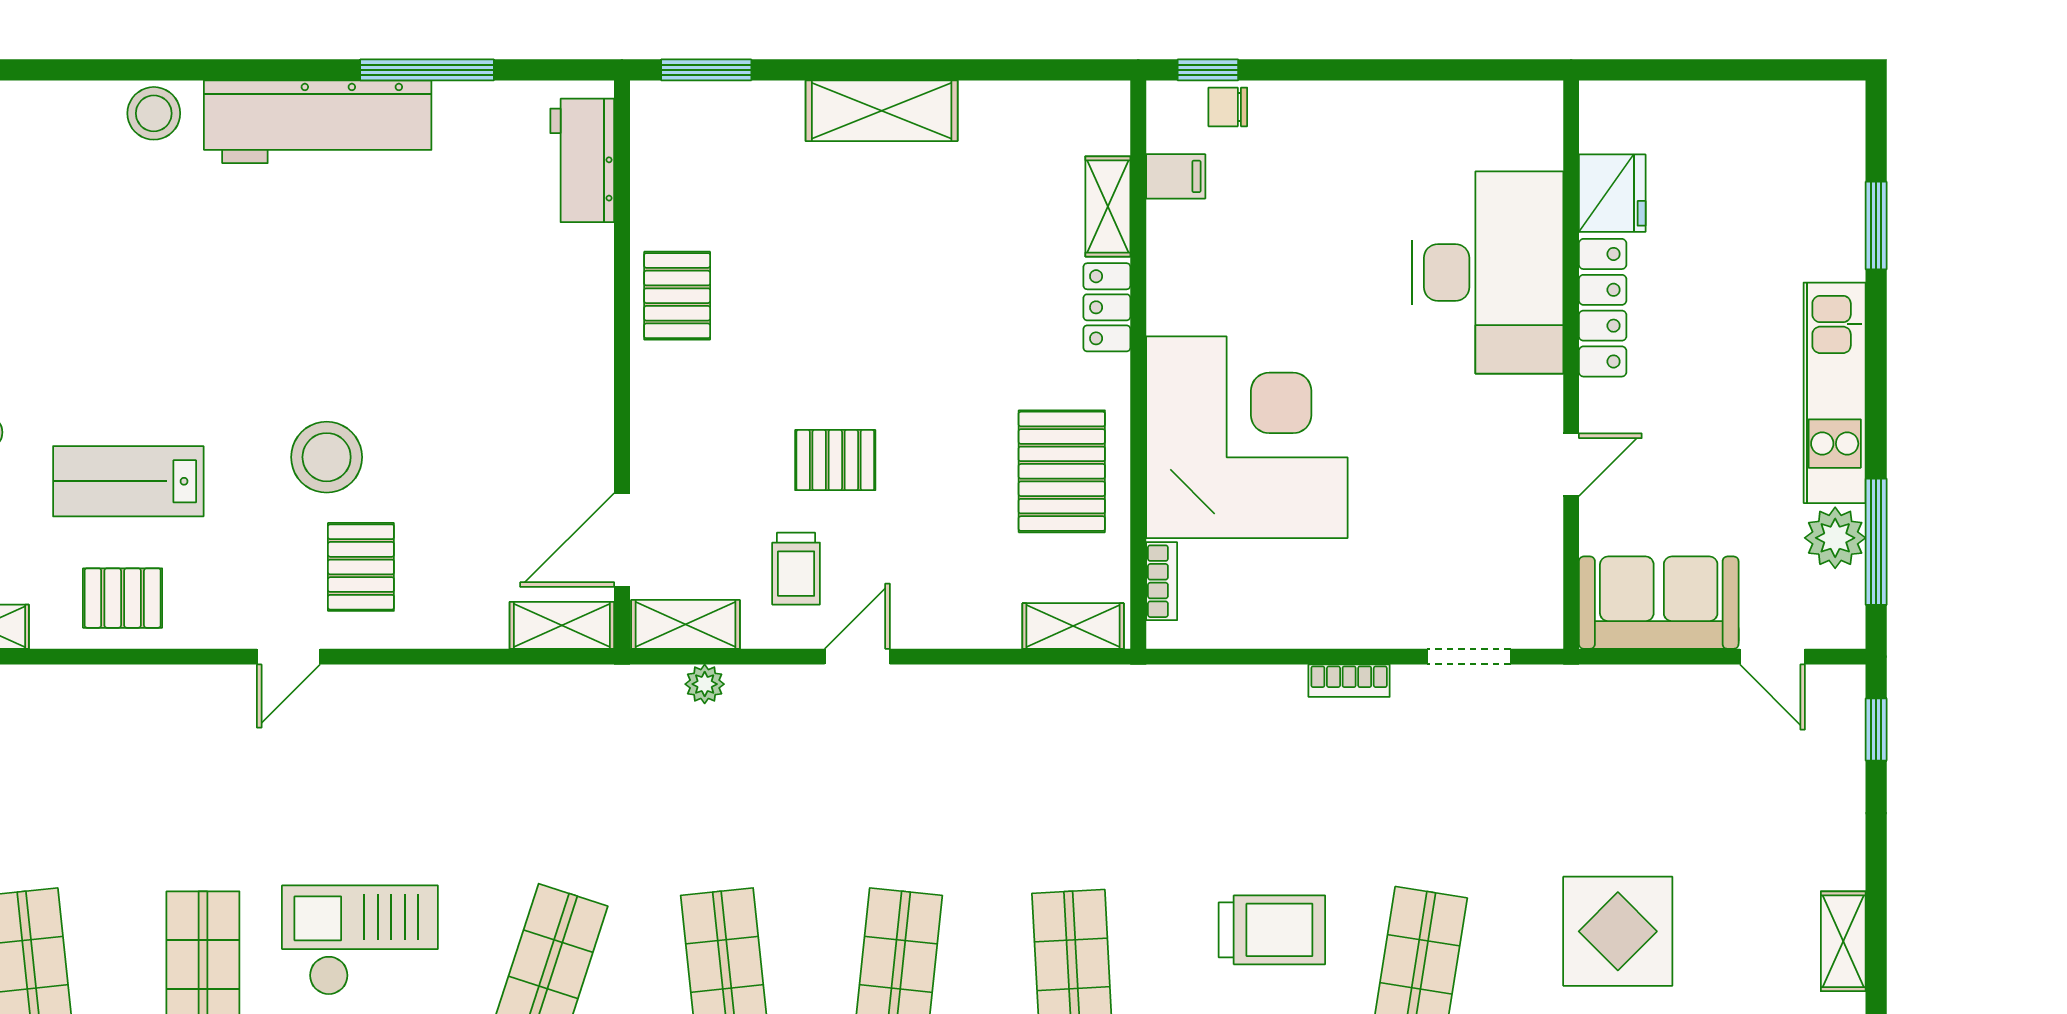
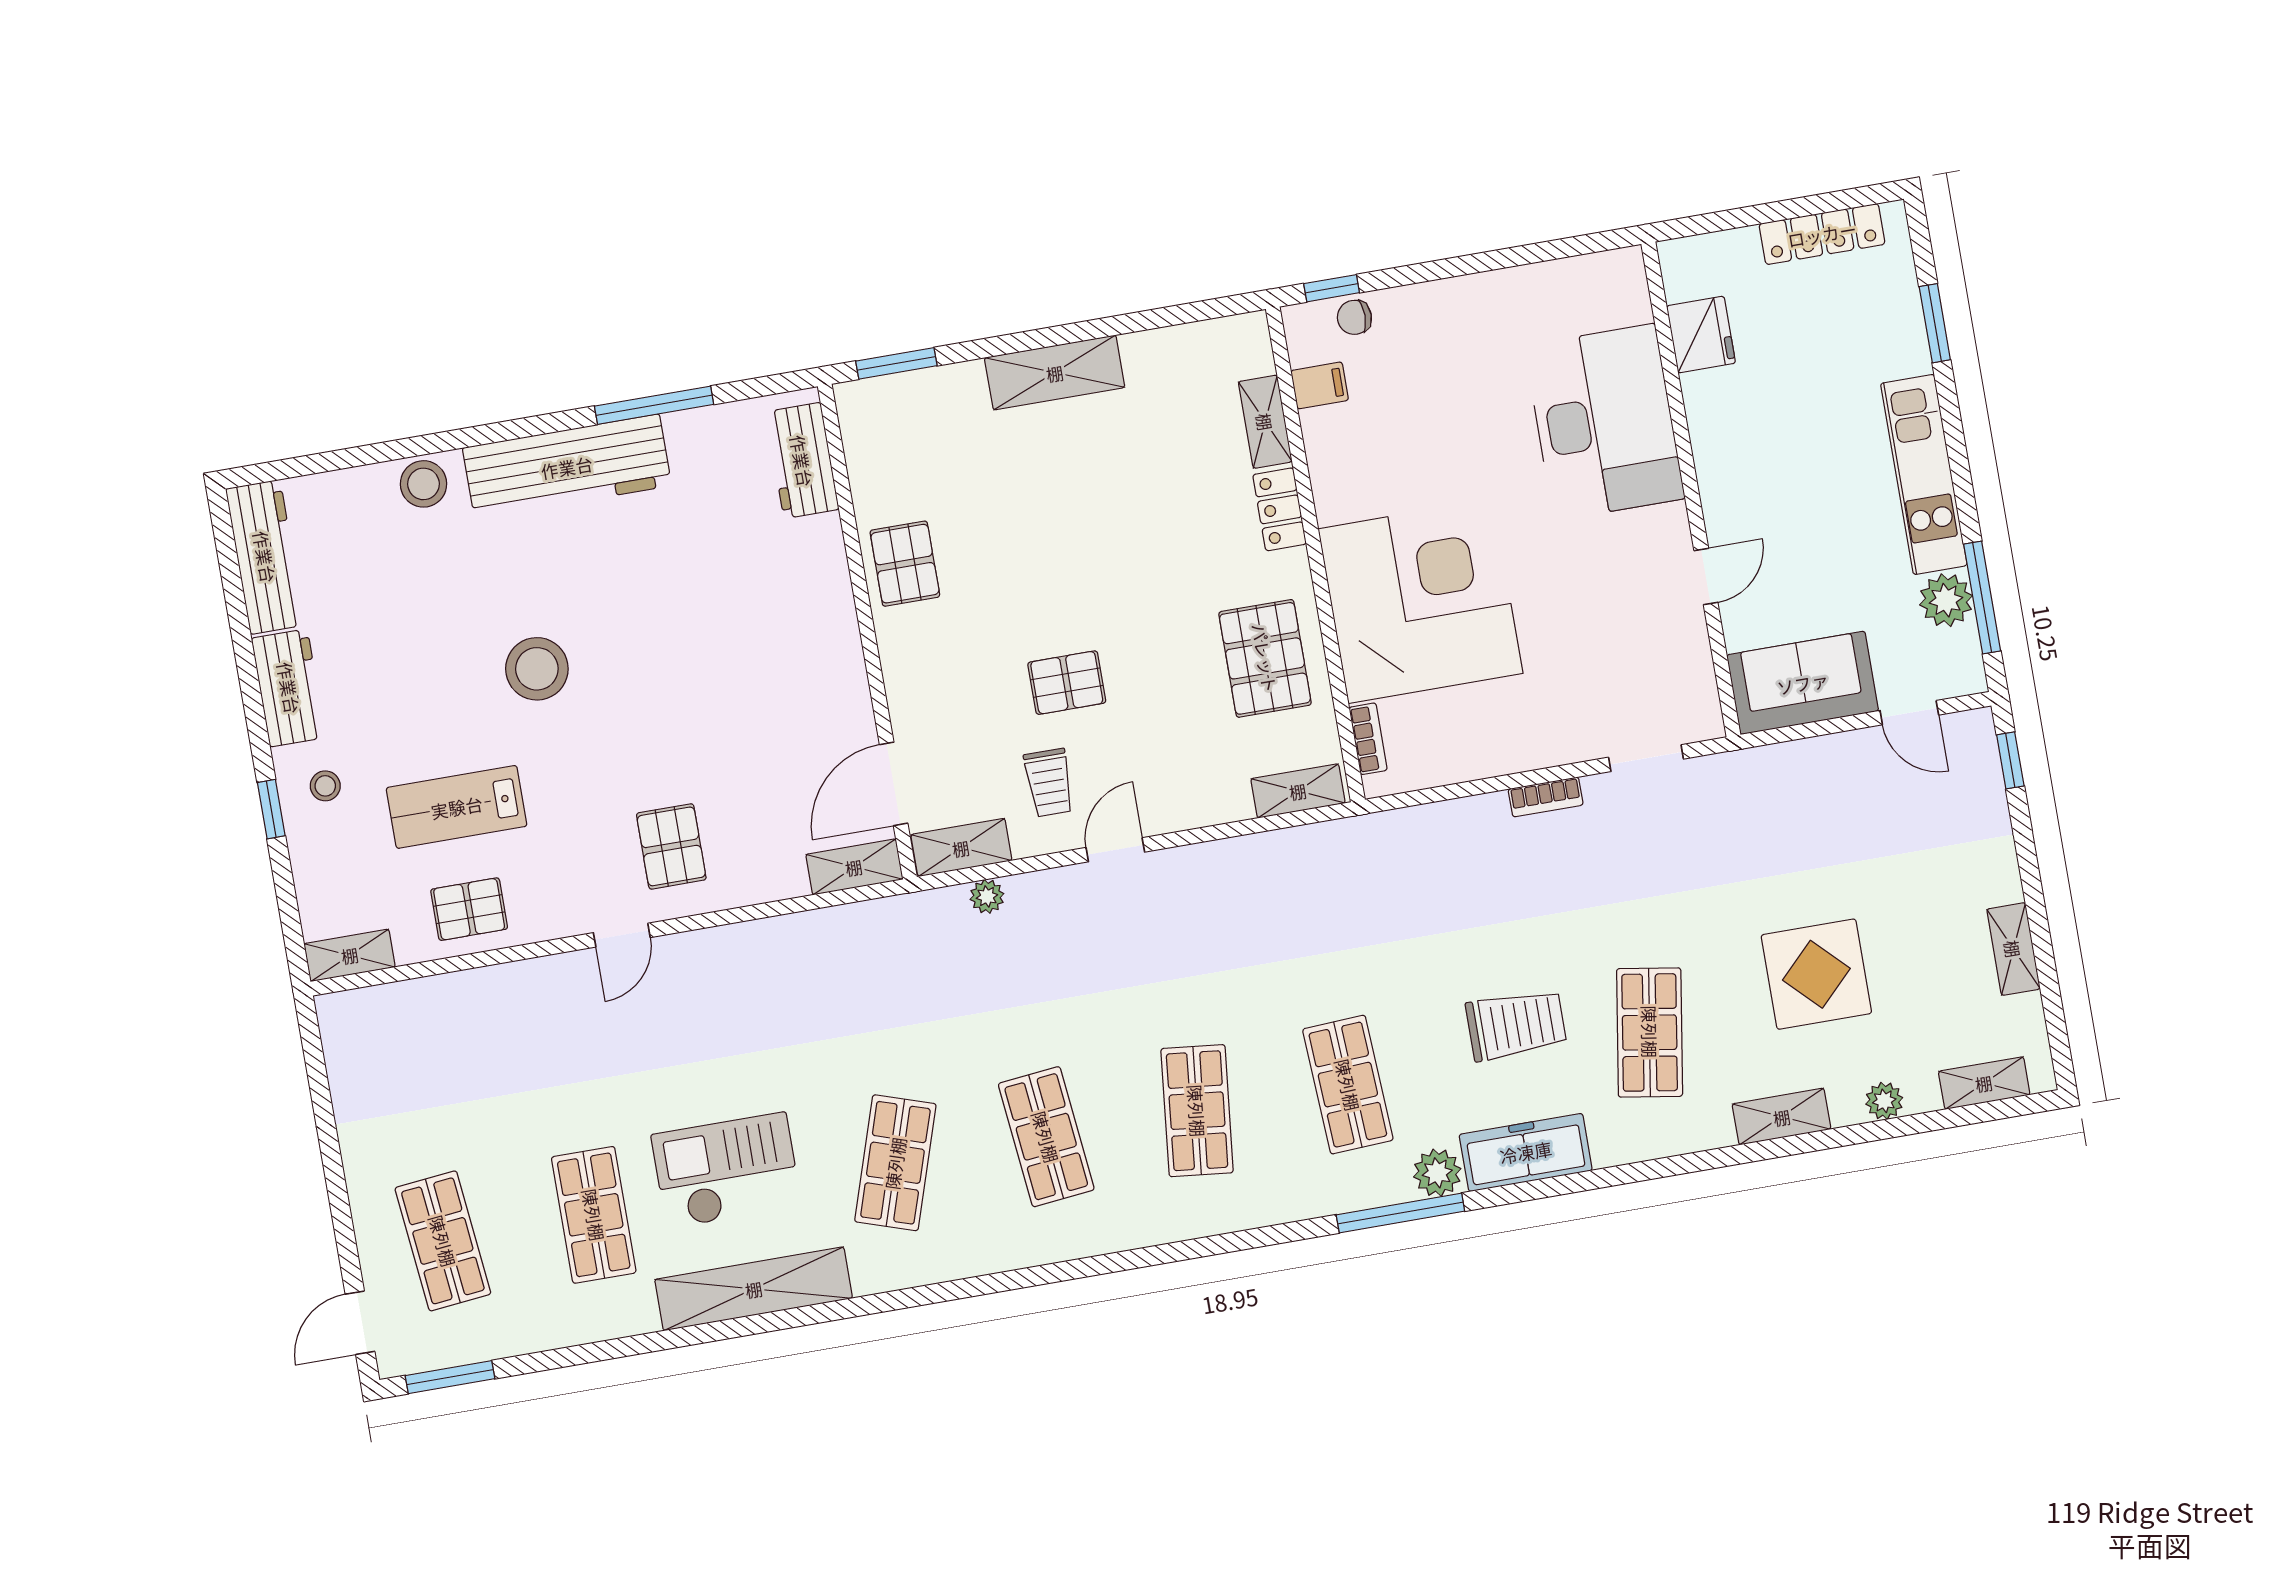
locker: (1603, 308) -> (1822, 234), moved, turned 90
stool: (327, 457) -> (537, 669), moved

